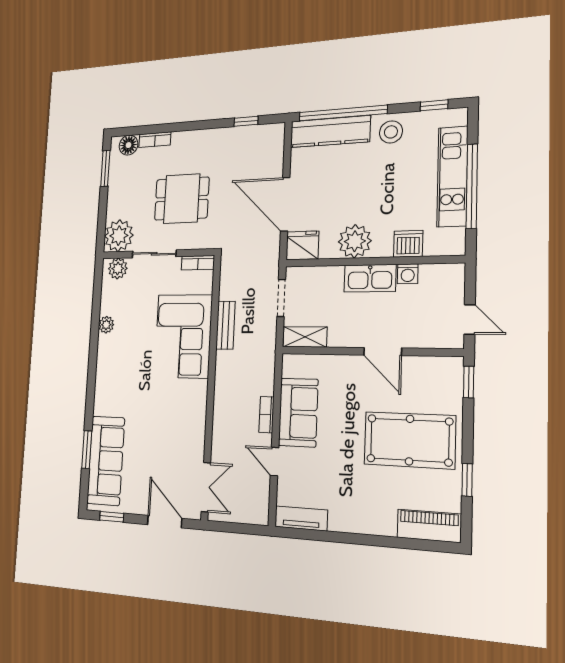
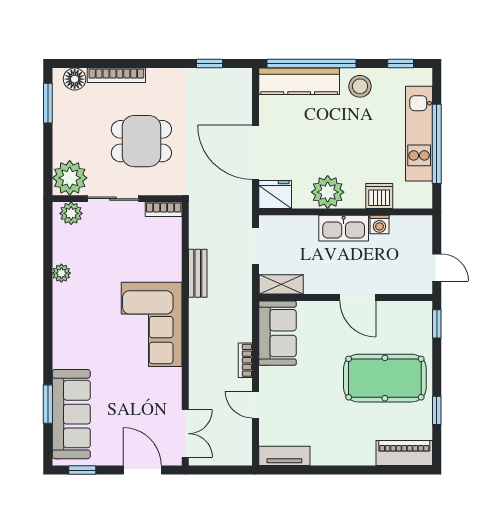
bookcase: (155, 140) -> (116, 75), width x1.56
corner sofa: (183, 336) -> (152, 324), moved
sofa: (298, 412) -> (277, 333), moved

